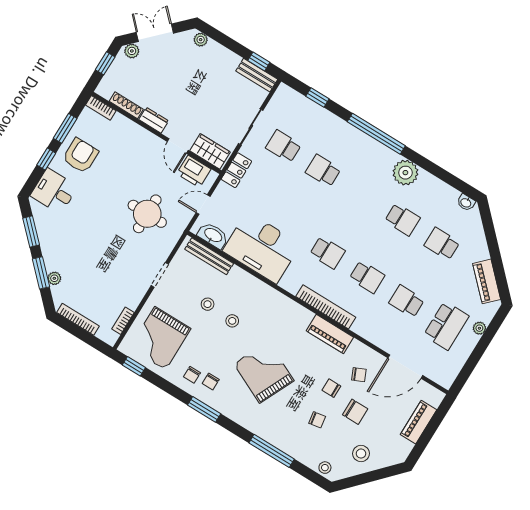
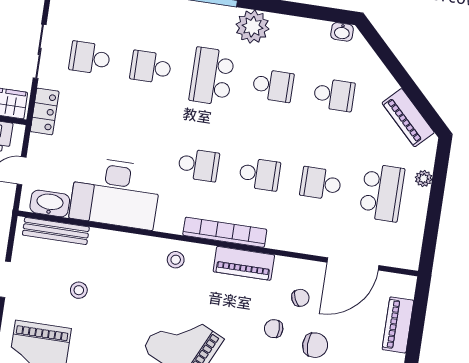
school desk: (363, 195) -> (212, 76), added
school desk: (442, 244) -> (334, 95), turned 180
stool: (232, 321) -> (176, 260), moved

